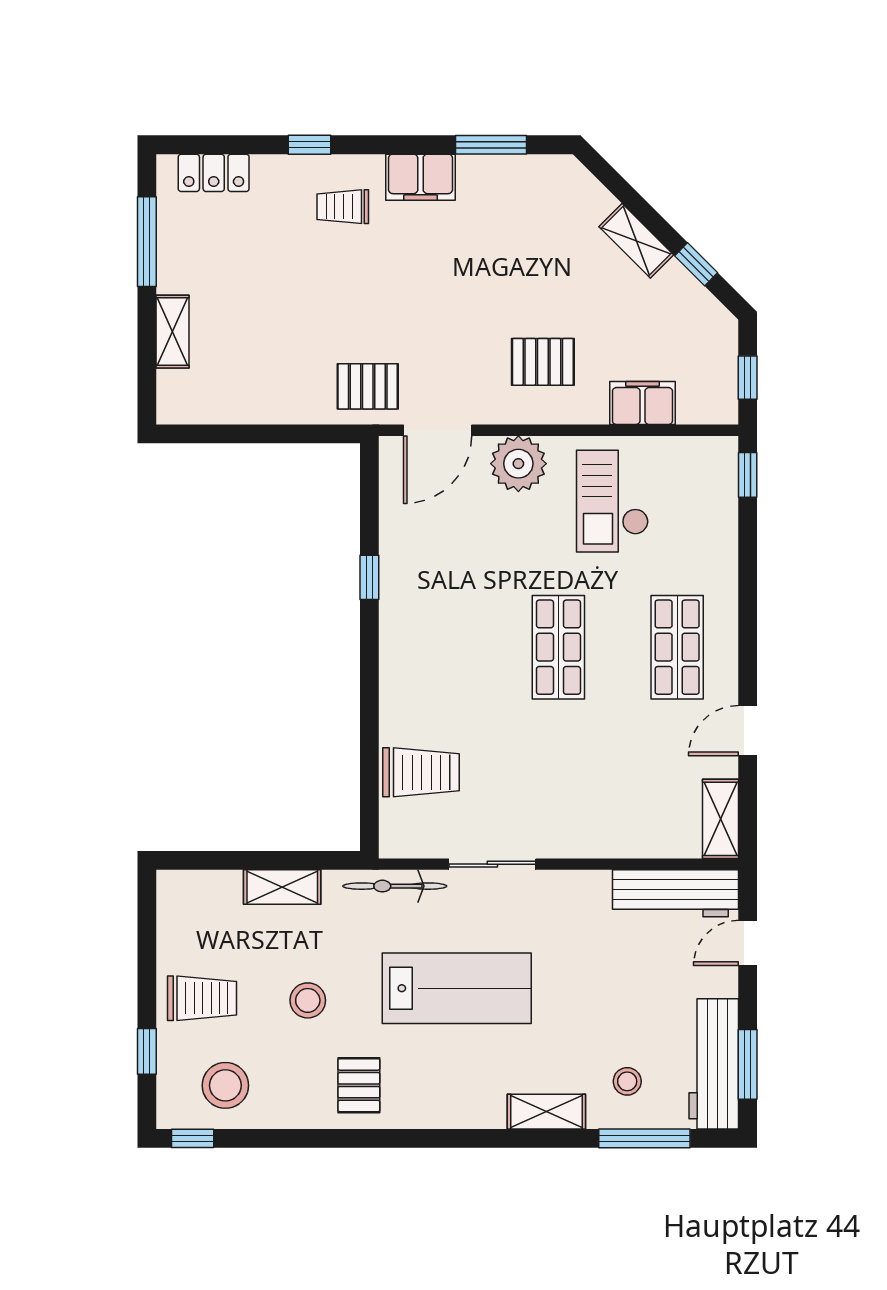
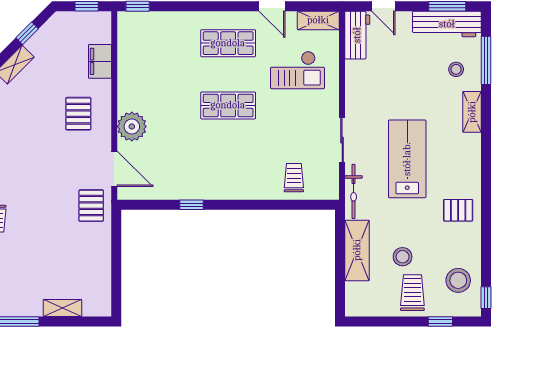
checkout: (612, 501) -> (298, 70), moved
trolley: (421, 772) -> (294, 178), width x0.73, depth x0.72
shelving: (282, 887) -> (357, 250), width x1.50, depth x1.33
workbench: (675, 893) -> (357, 35), width x0.73
stool: (308, 1000) -> (403, 257), moved

